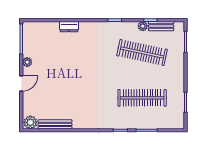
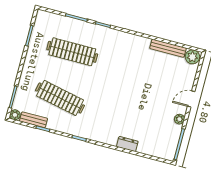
plant: (143, 26) -> (15, 115), moved

